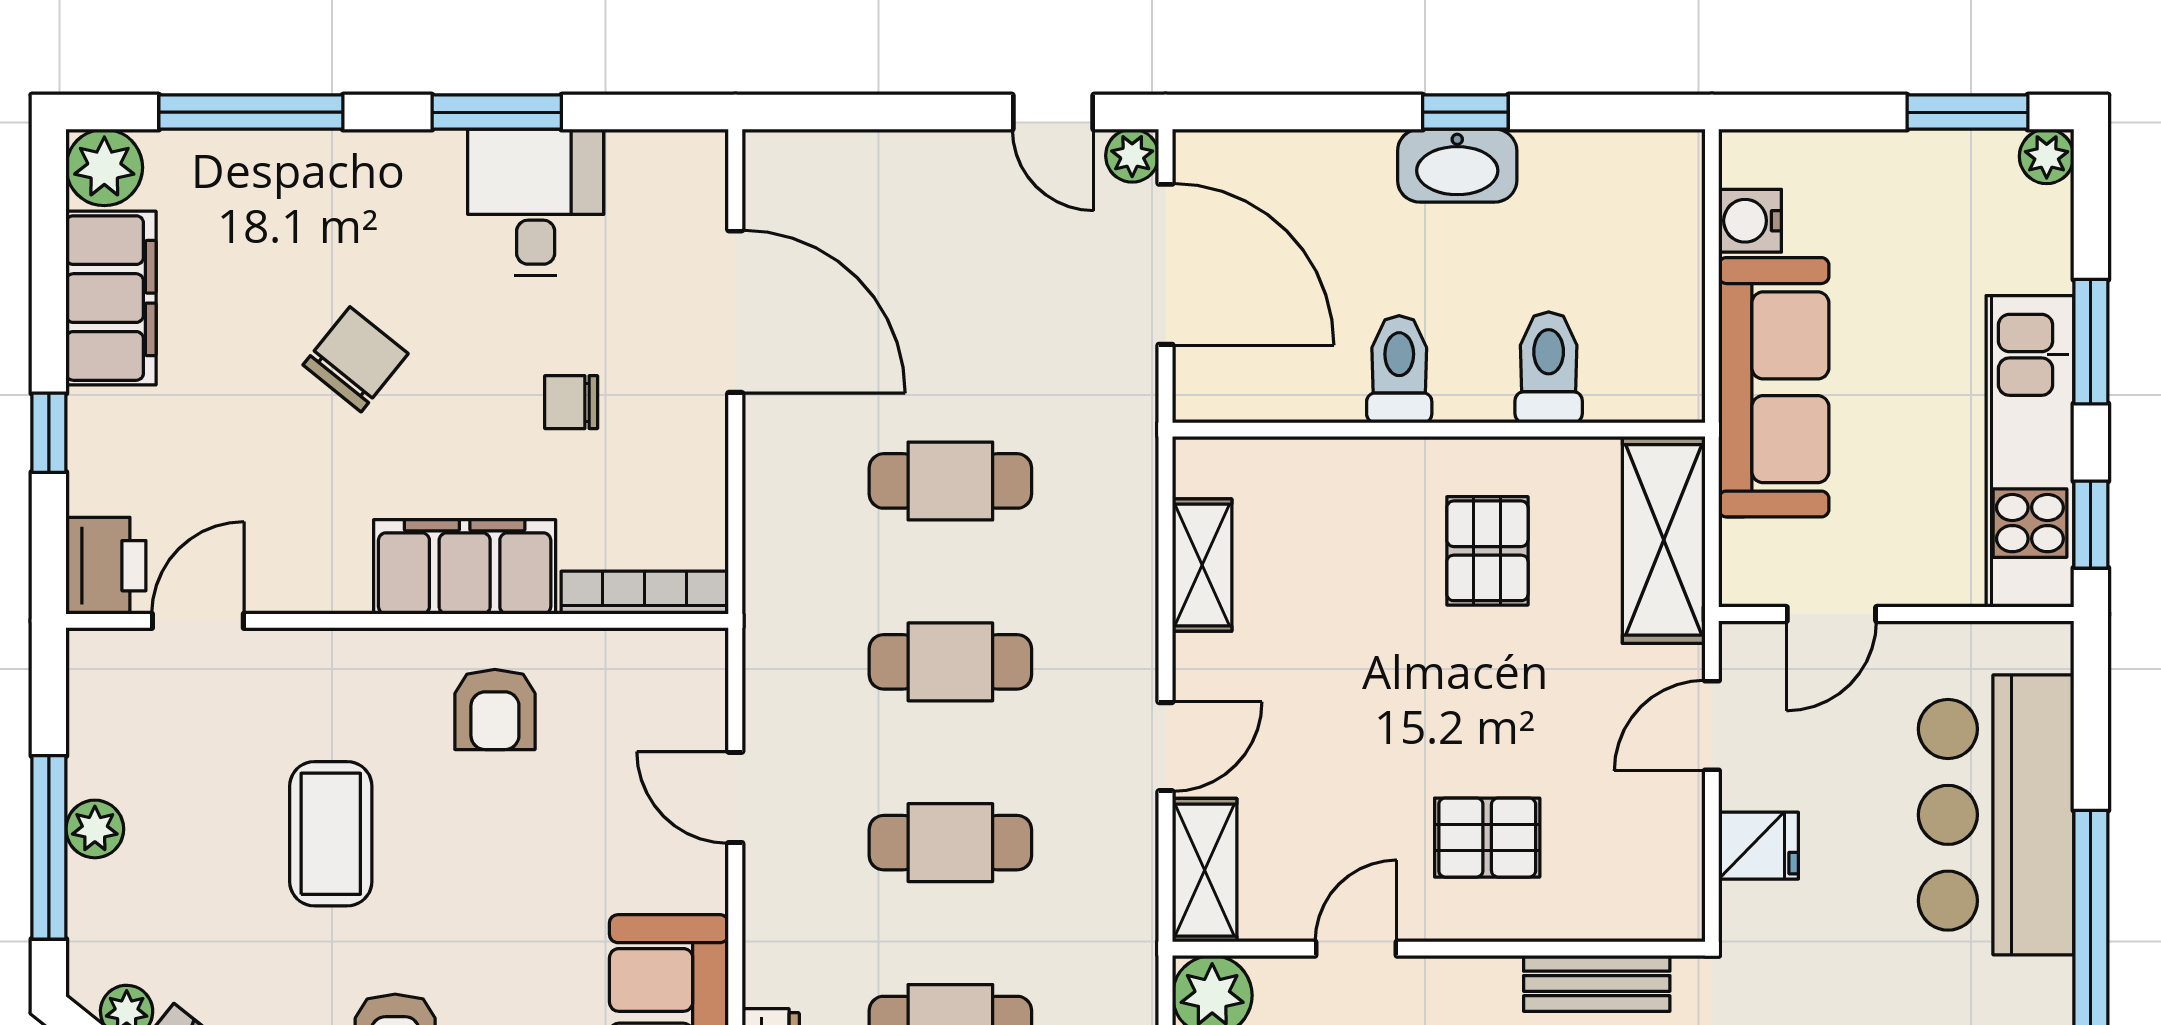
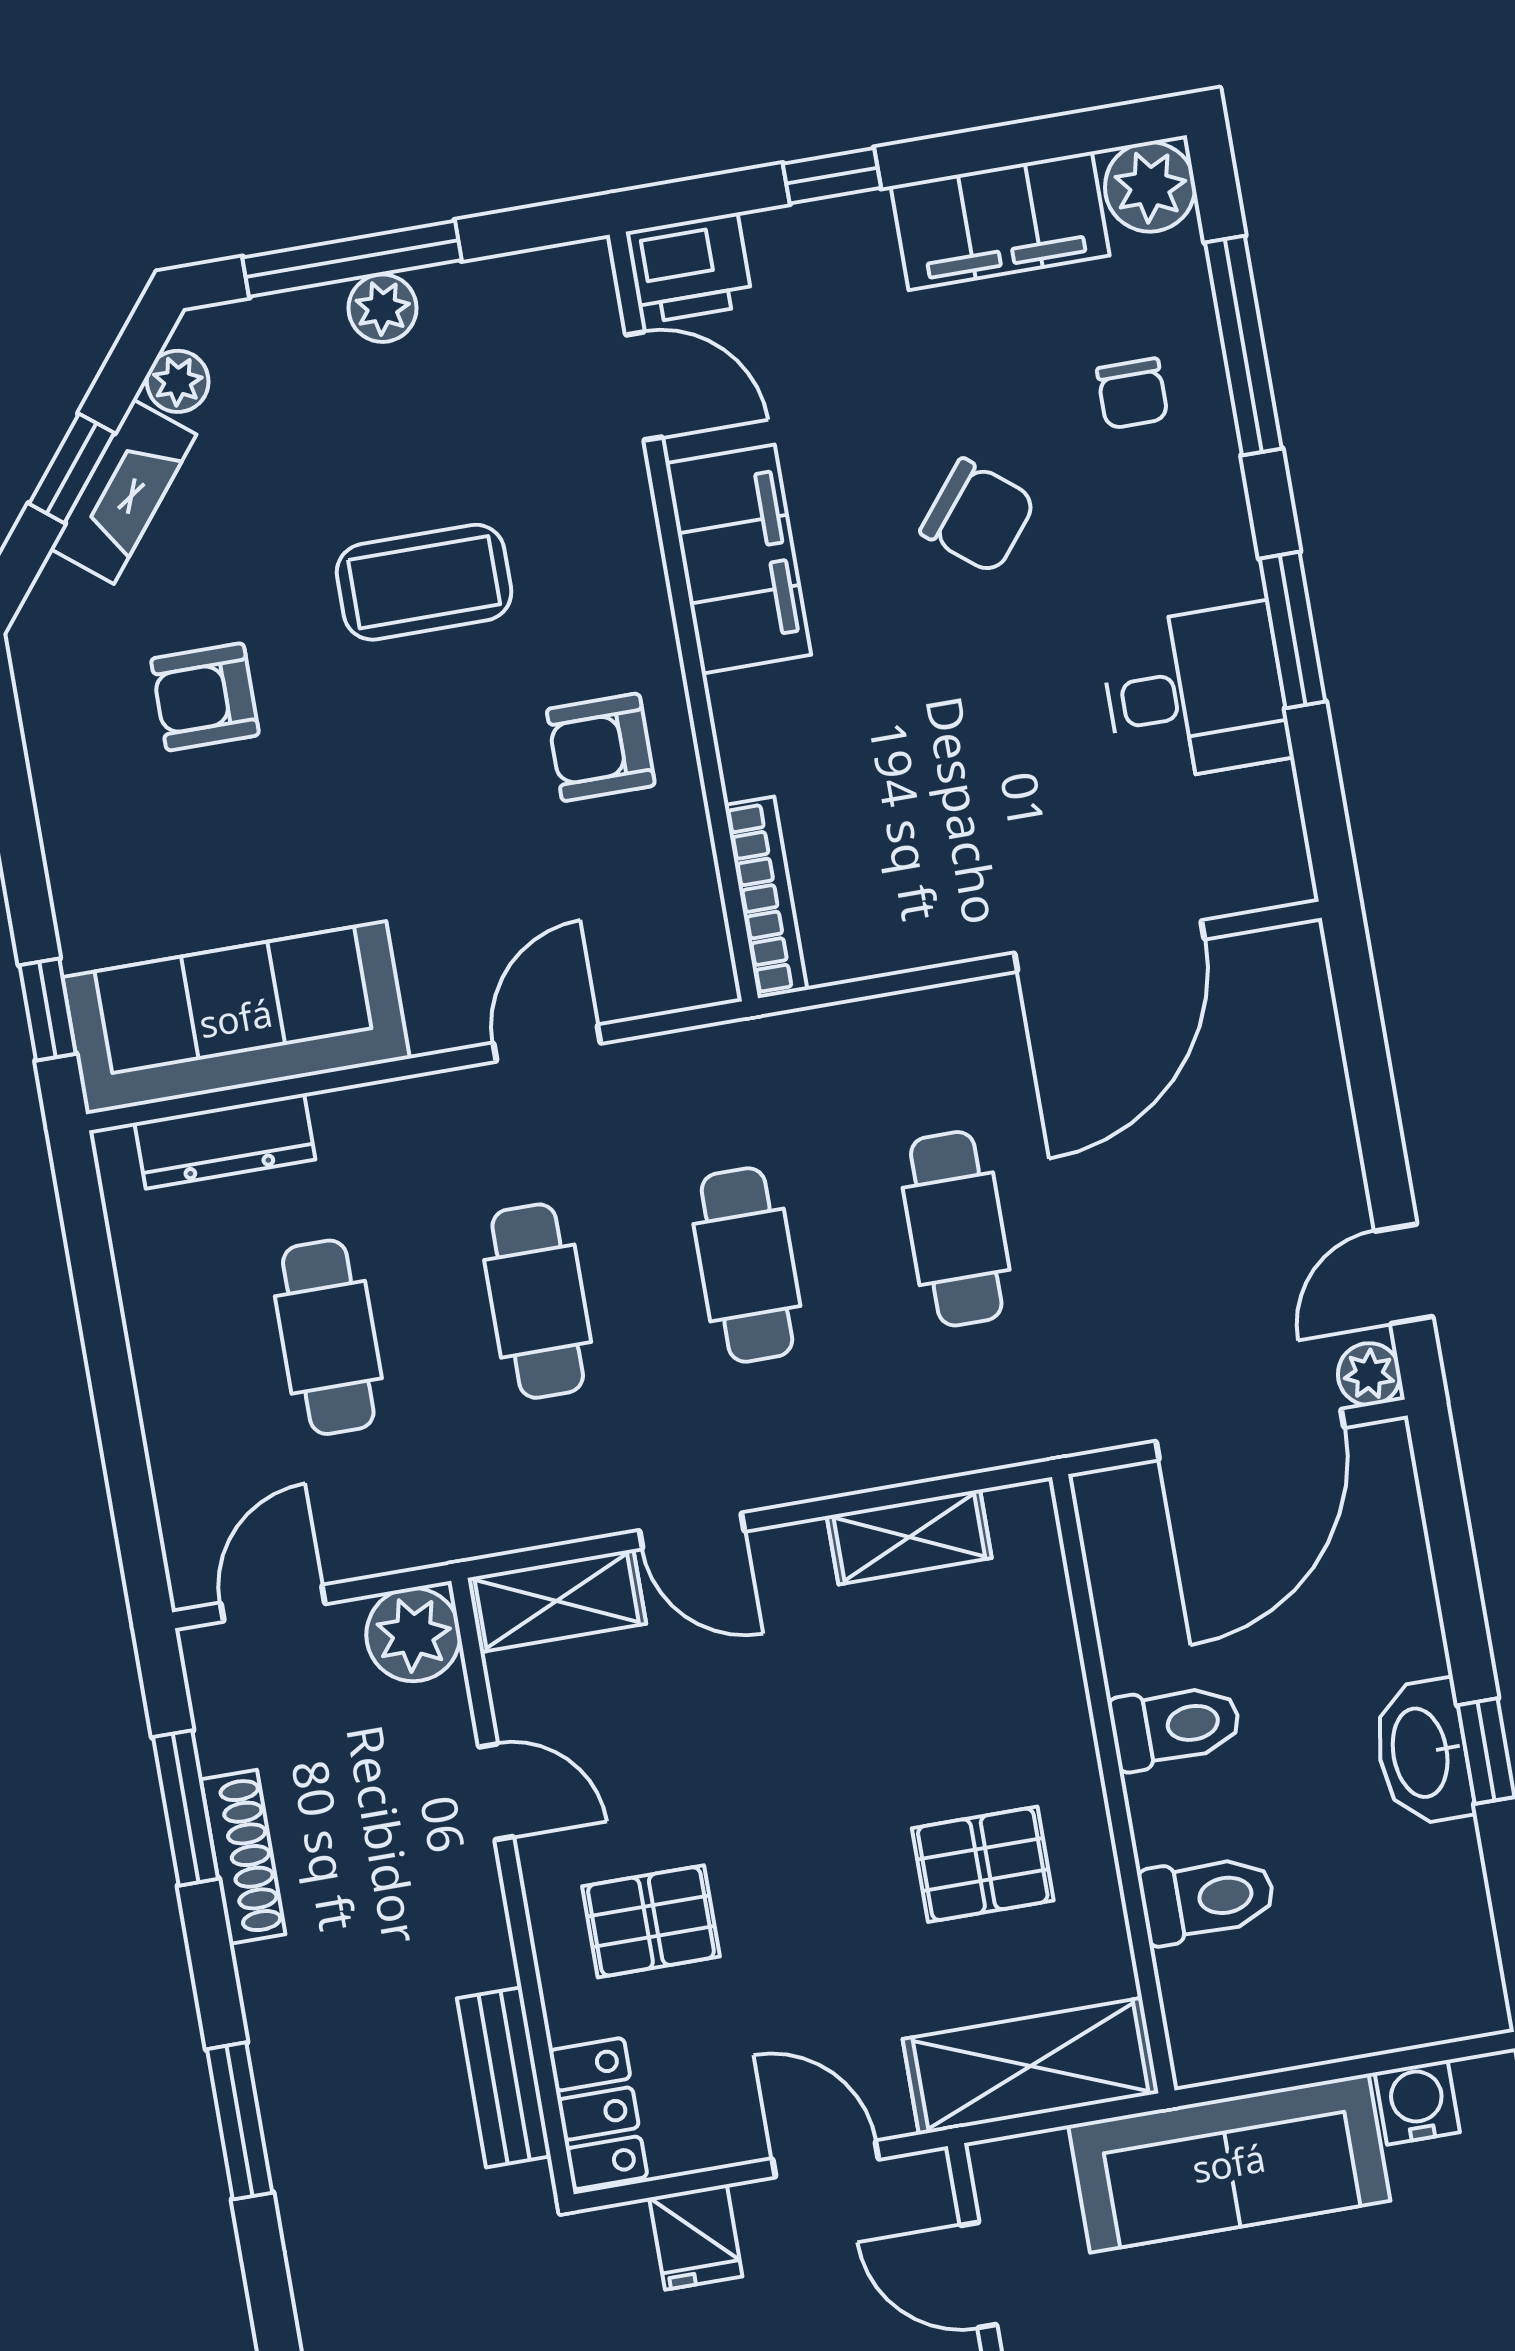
chair: (571, 402) -> (1132, 394), moved, turned 180
filing cabinet: (465, 567) -> (738, 559), moved
pallet: (1487, 838) -> (651, 1921), turned 90
locker: (1641, 910) -> (598, 2114), added

